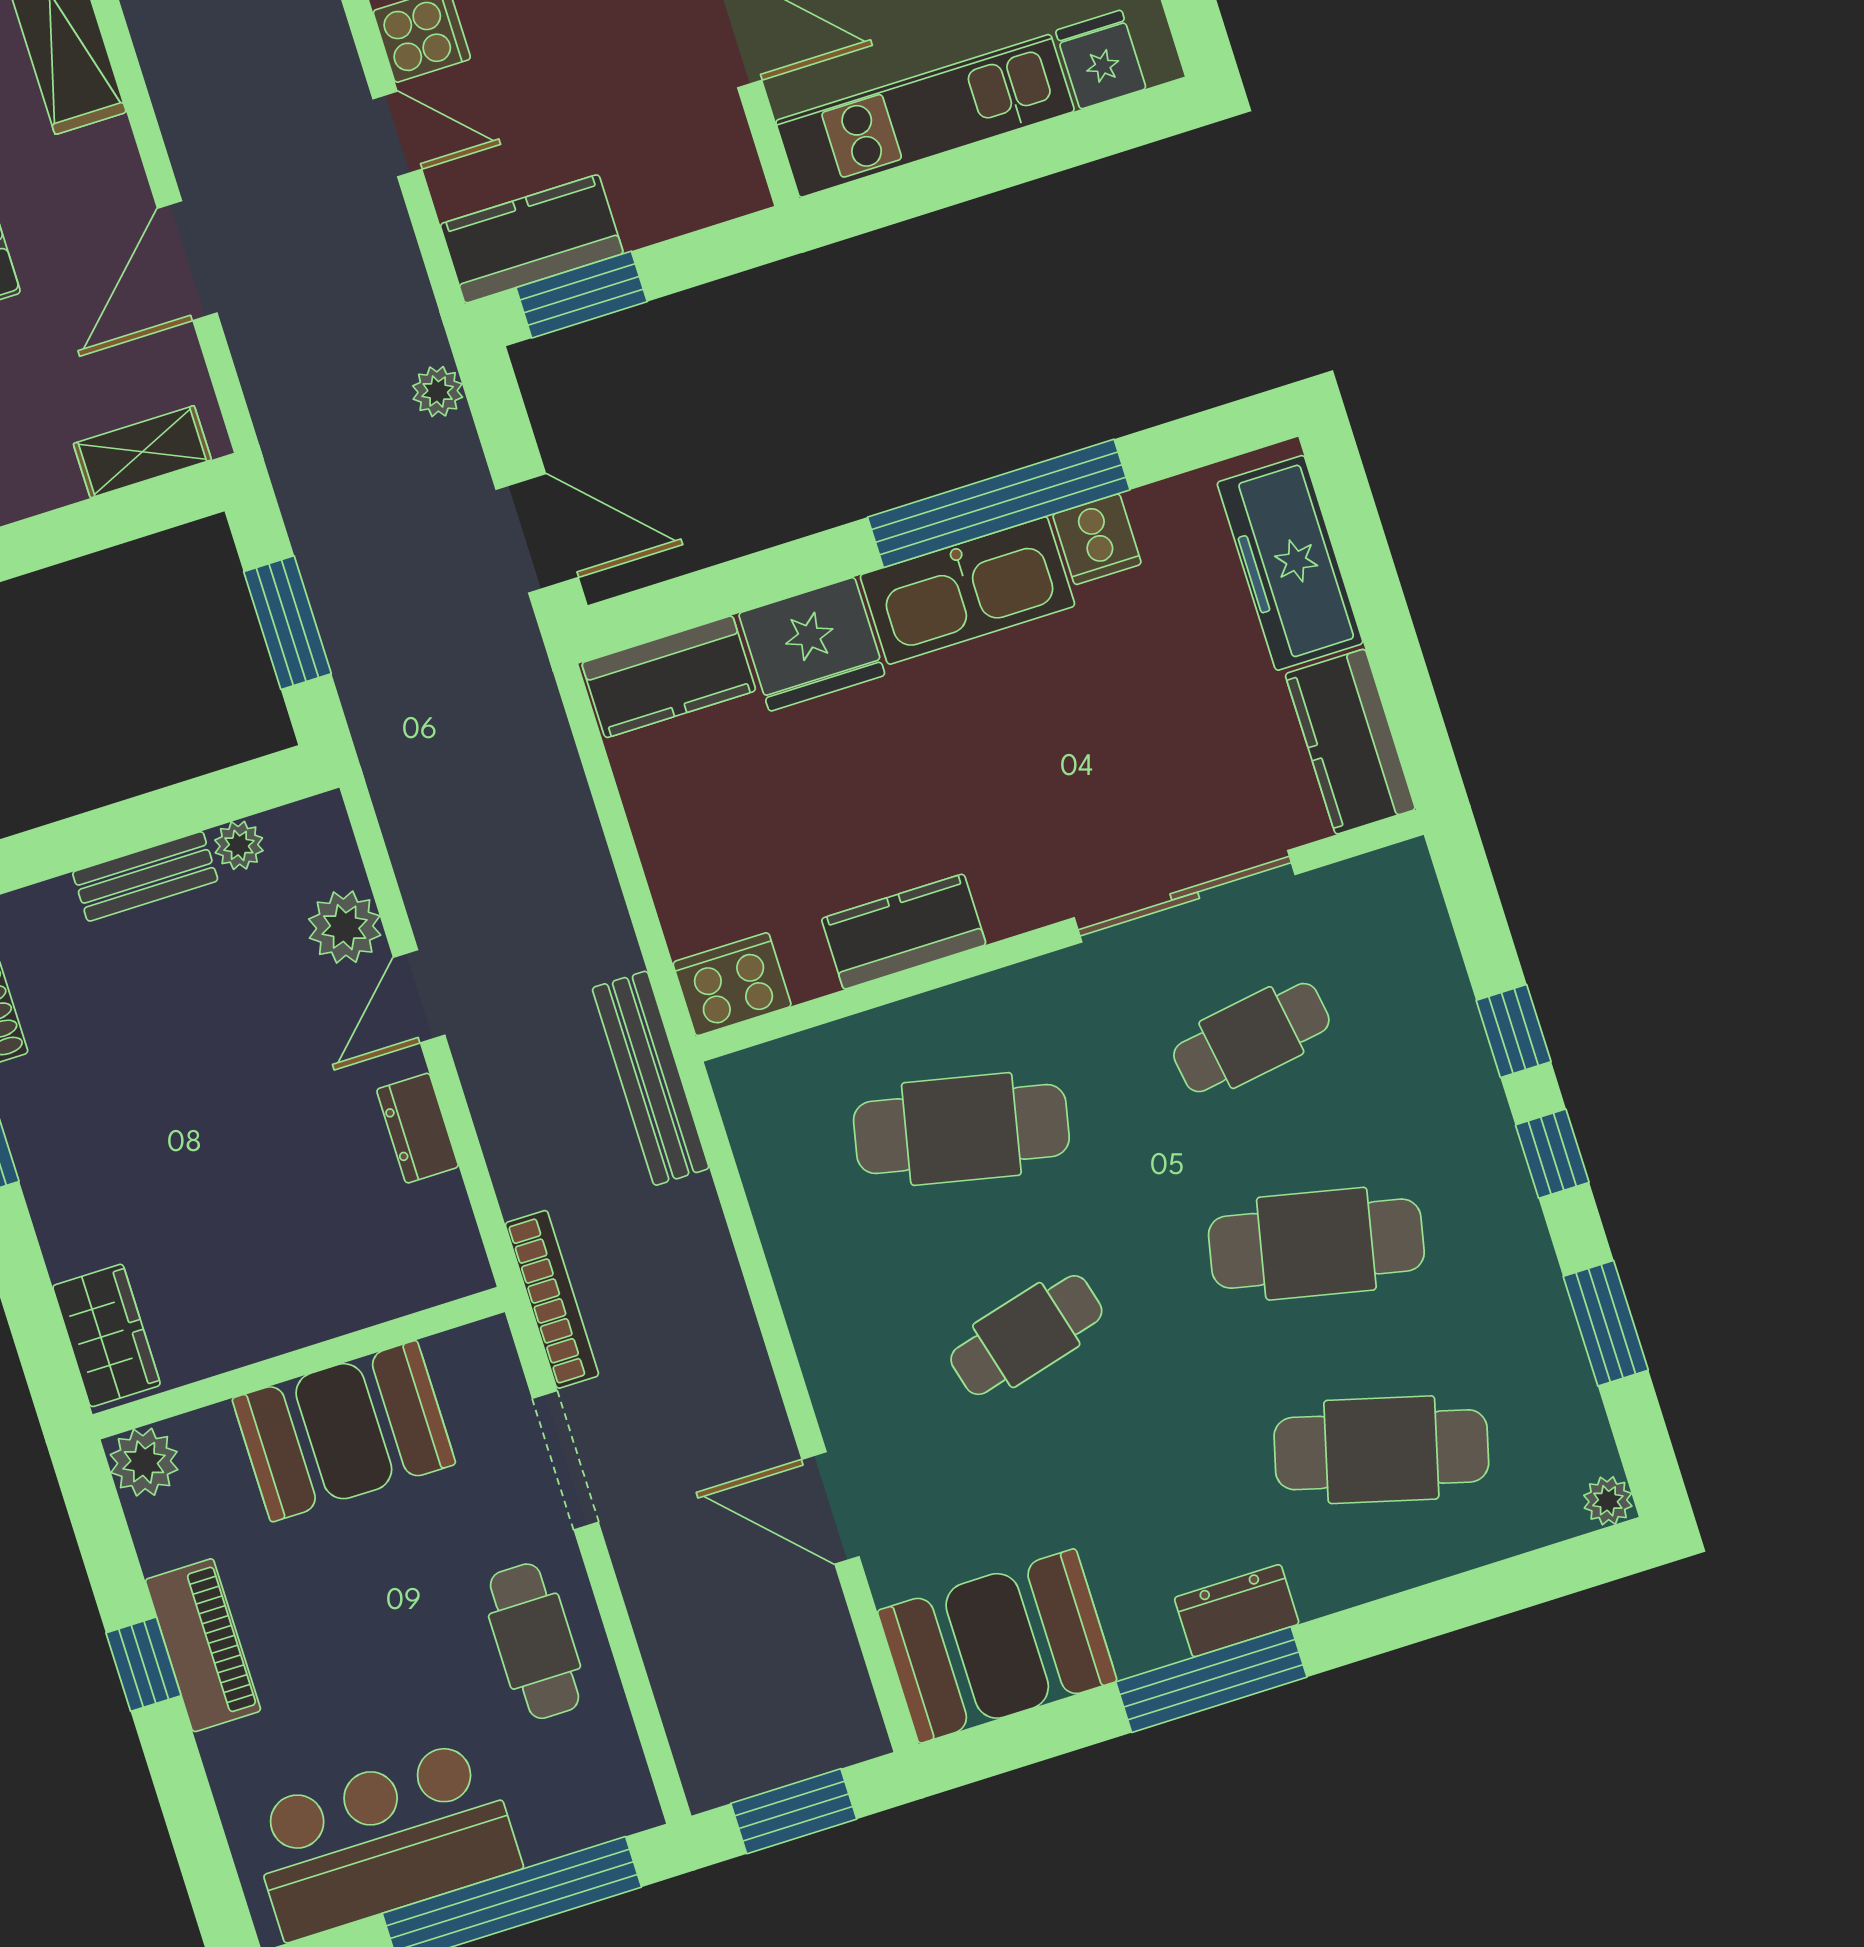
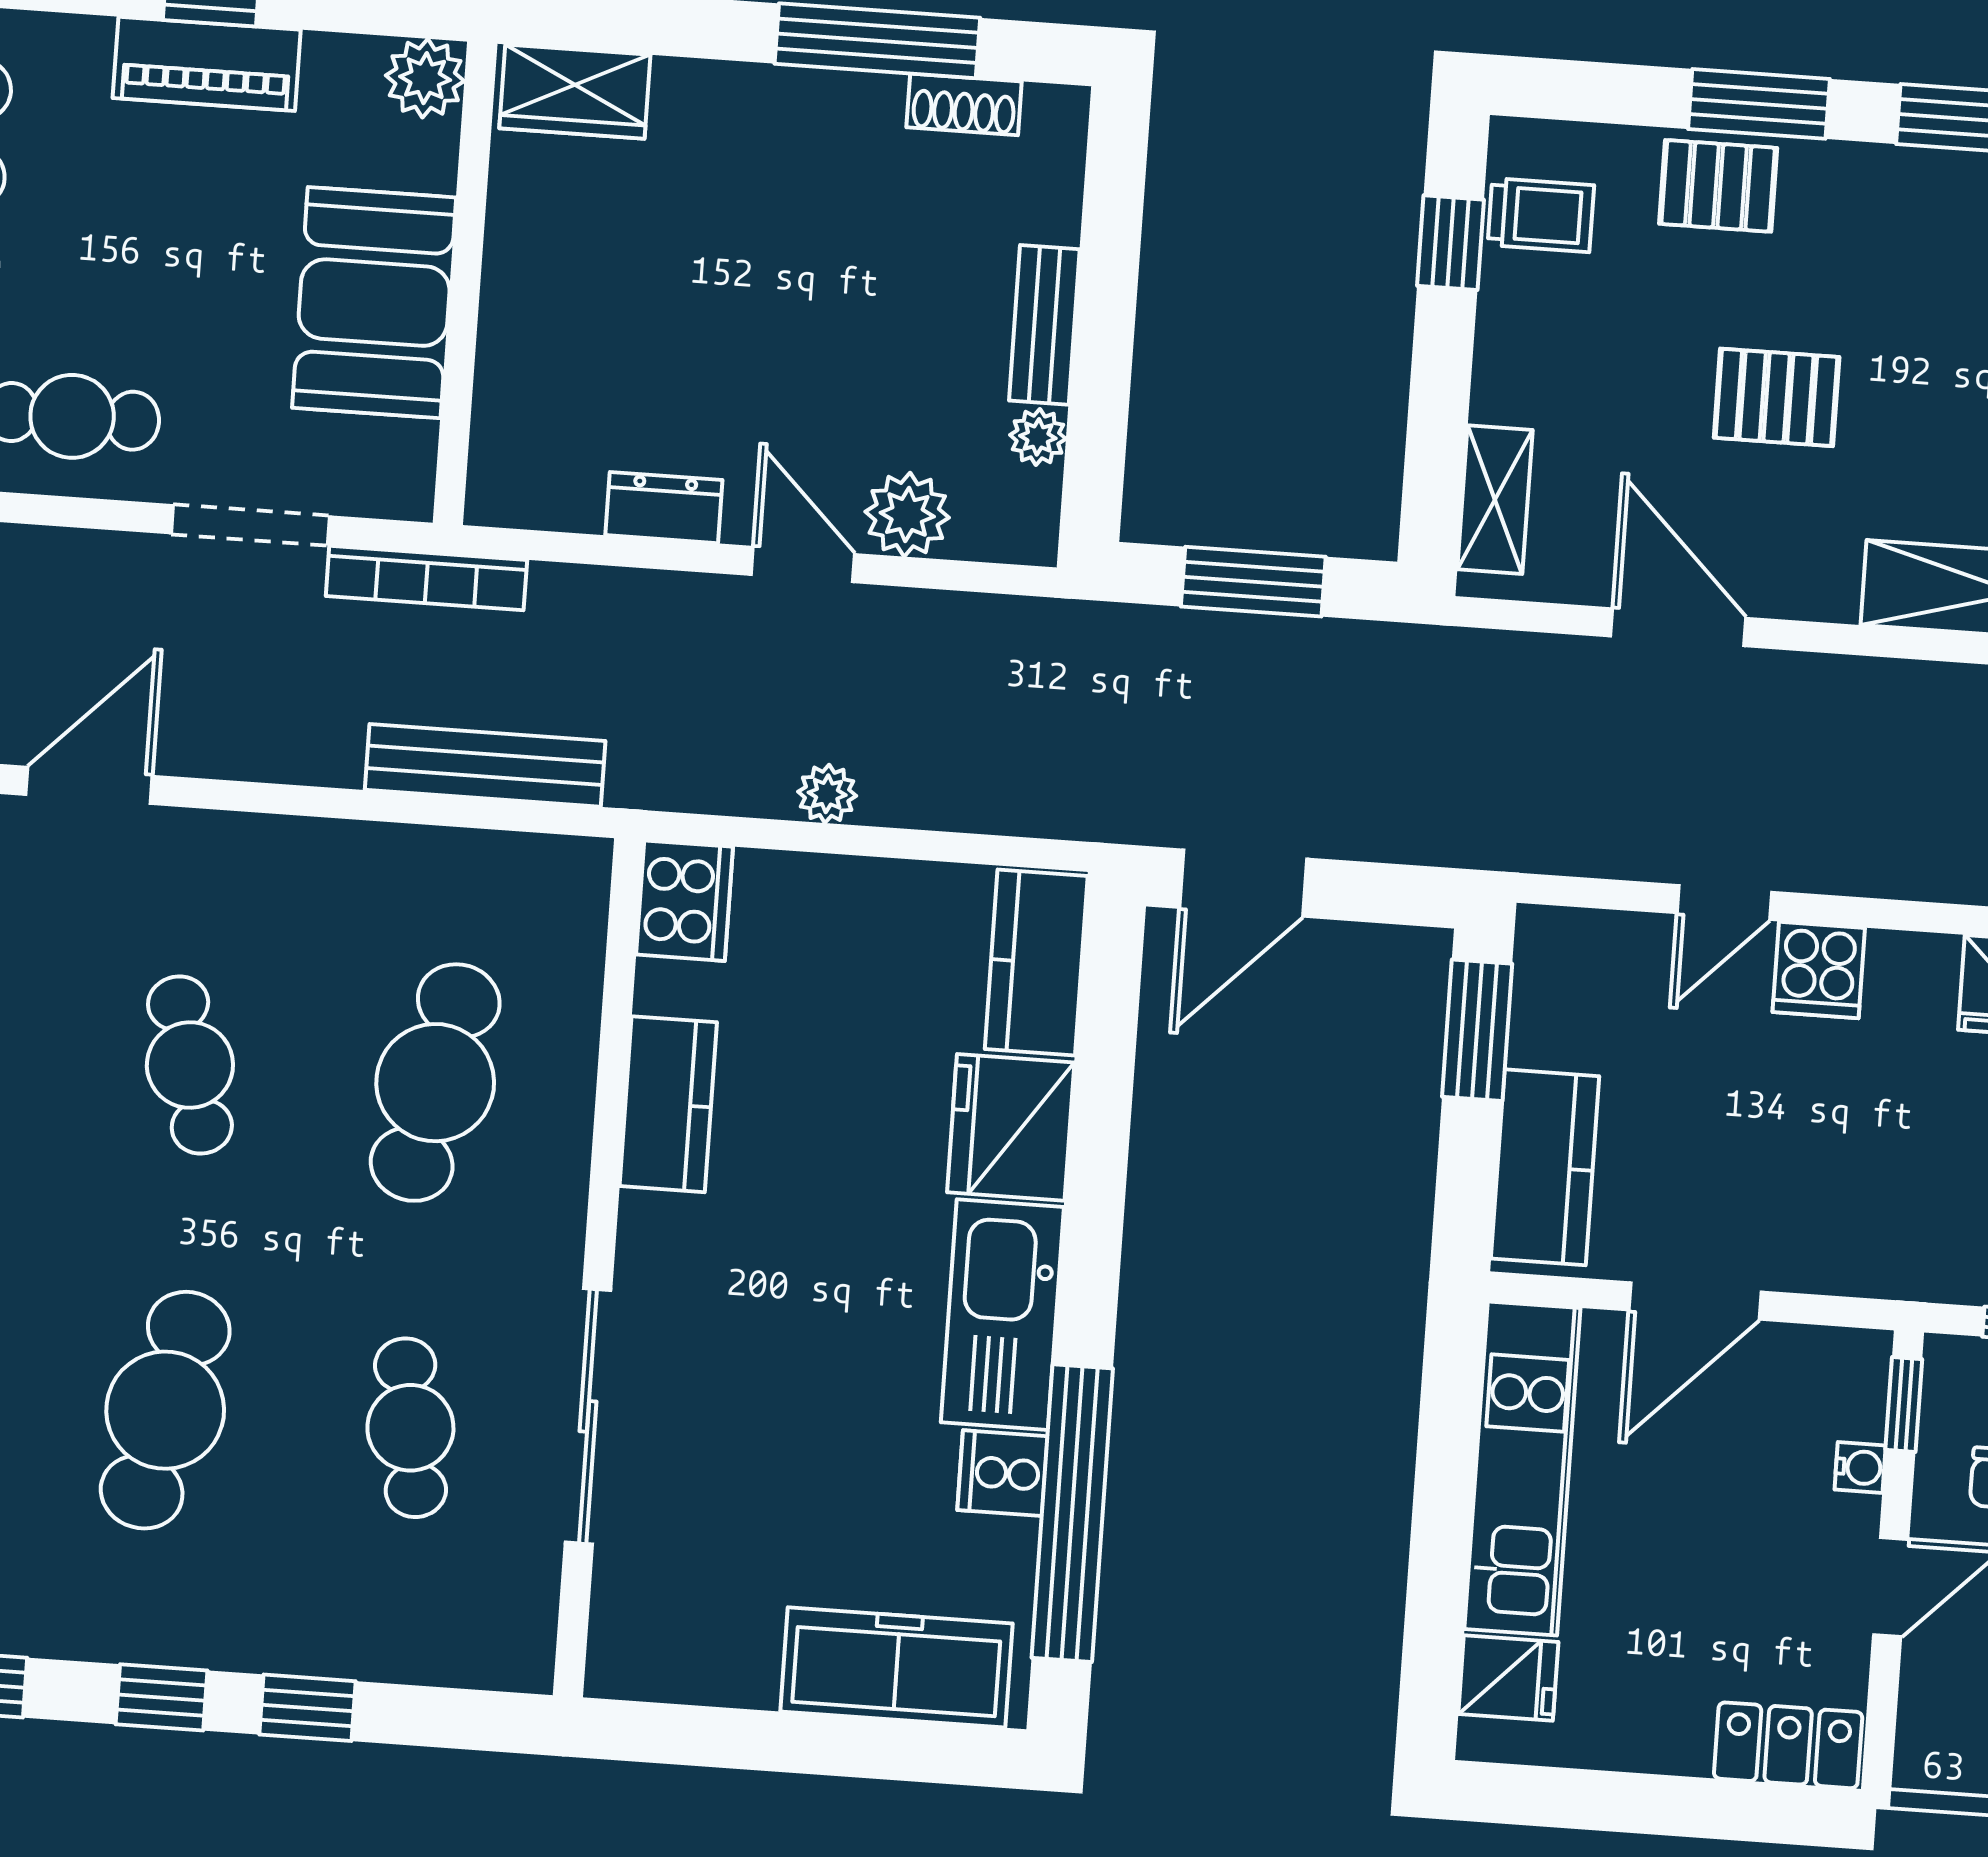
kitchen counter: (532, 239) -> (1545, 1167), moved
plant: (438, 392) -> (827, 794), moved
window: (999, 503) -> (1072, 1513), moved
kitchen counter: (1350, 742) -> (682, 1656), removed
bench: (651, 1078) -> (485, 765), moved

